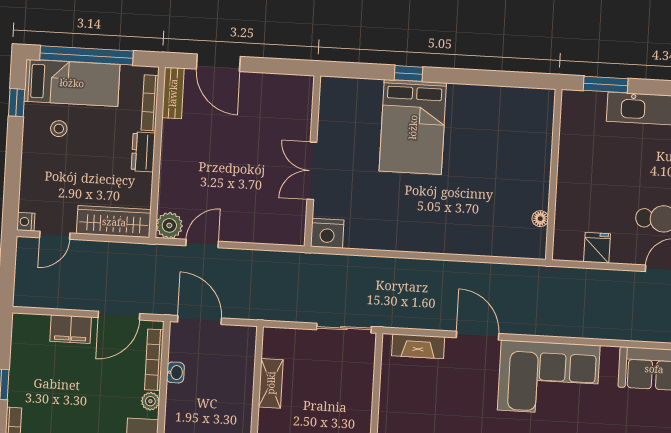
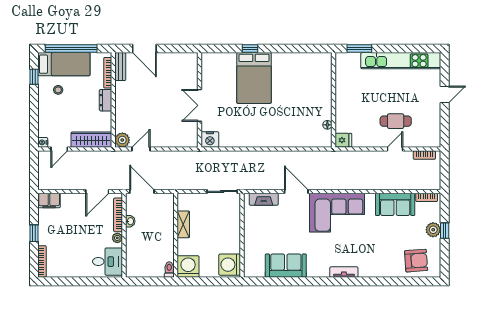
fridge: (597, 248) -> (343, 140), moved, turned 90
filing cabinet: (71, 329) -> (49, 200), moved

